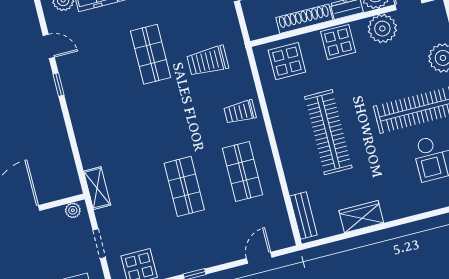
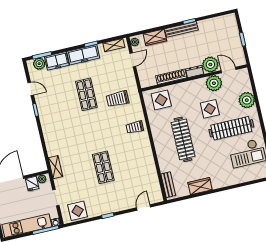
display table: (338, 42) -> (210, 109), moved
shop shelf: (243, 172) -> (135, 160), removed
fridge: (55, 219) -> (32, 184), added

